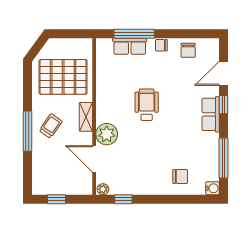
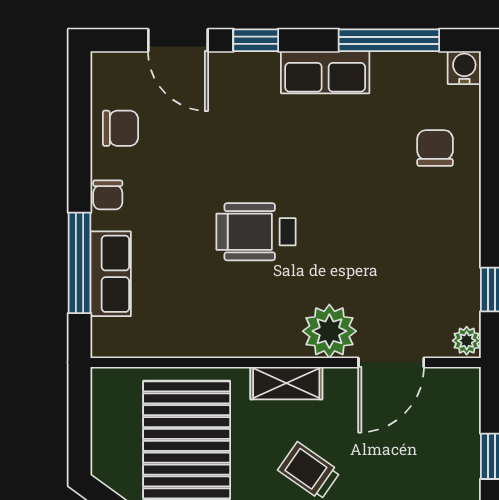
row of seats: (211, 114) -> (325, 72), moved

